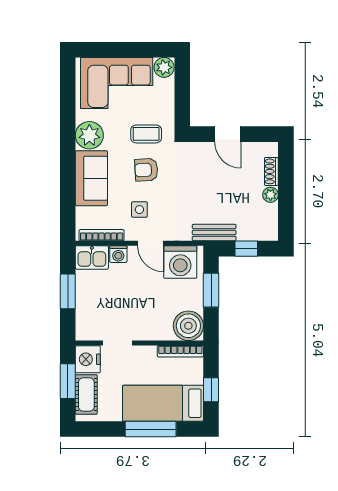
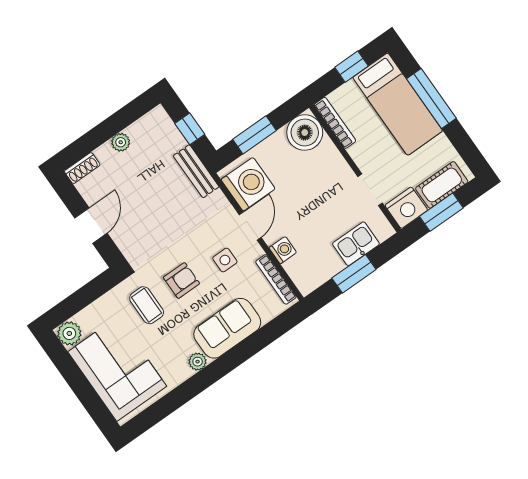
plant: (89, 135) -> (198, 362), width x0.53, depth x0.53
armchair: (146, 170) -> (181, 281), turned -87
shoe rack: (271, 171) -> (82, 168), moved
kitchen sink: (92, 257) -> (356, 244), moved, turned -90

